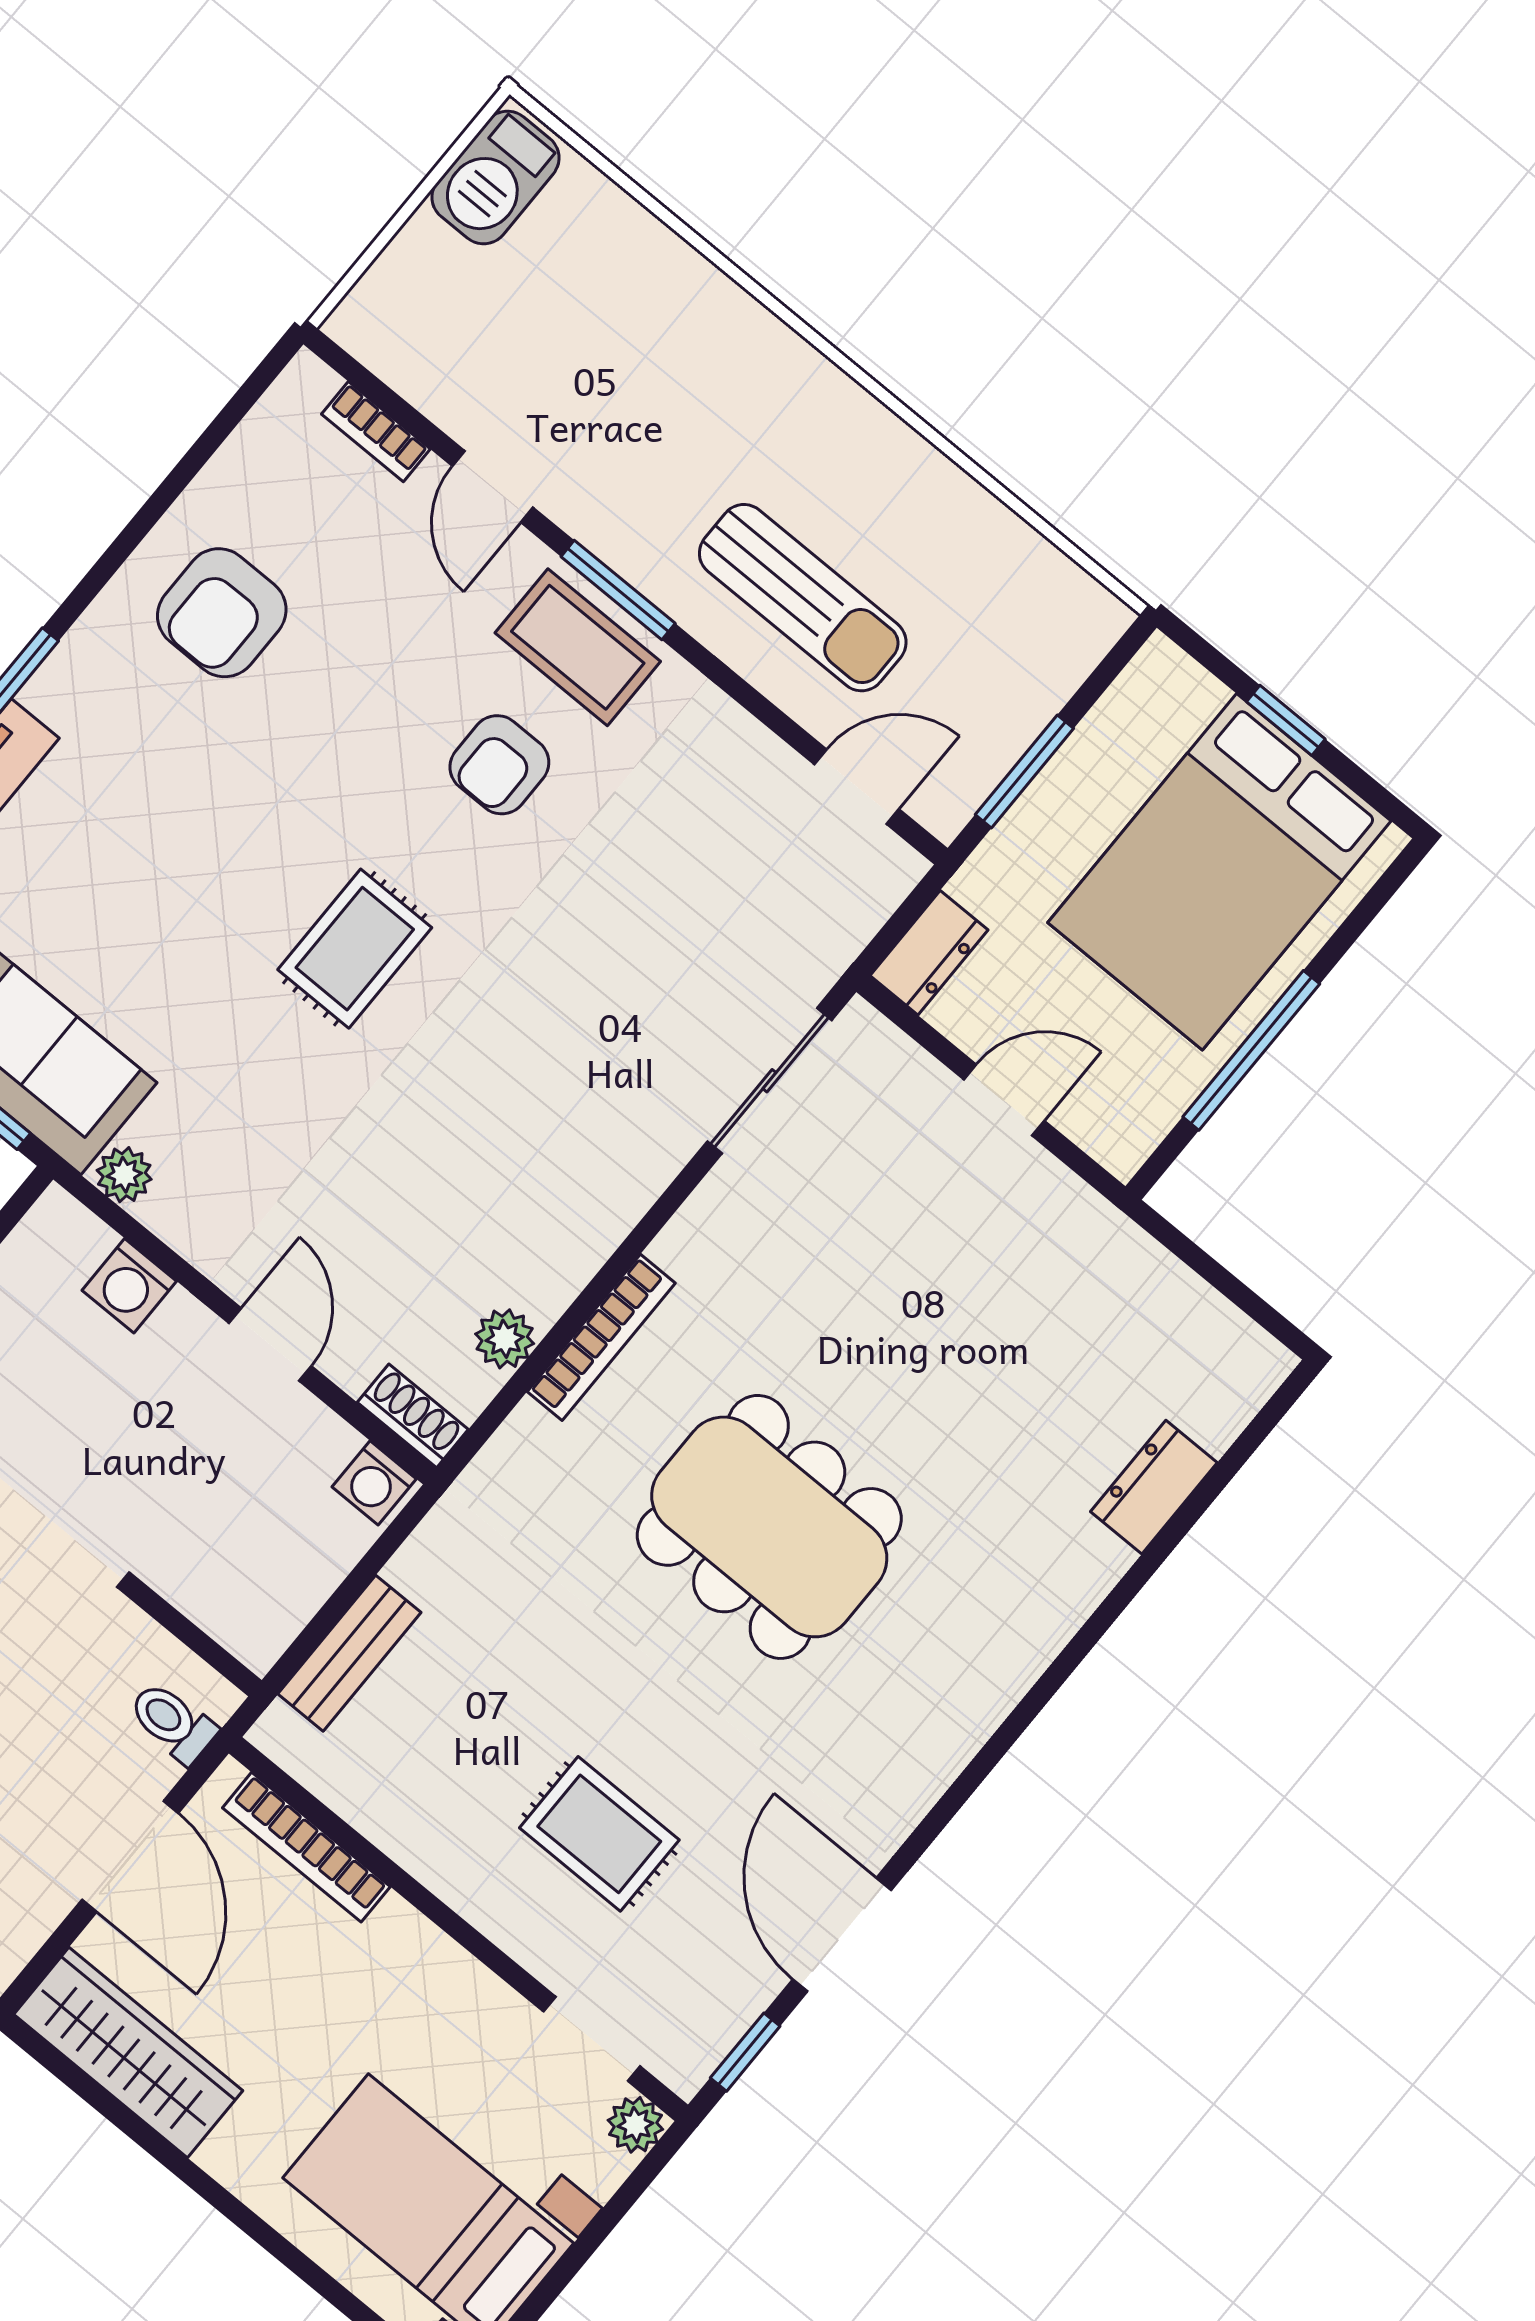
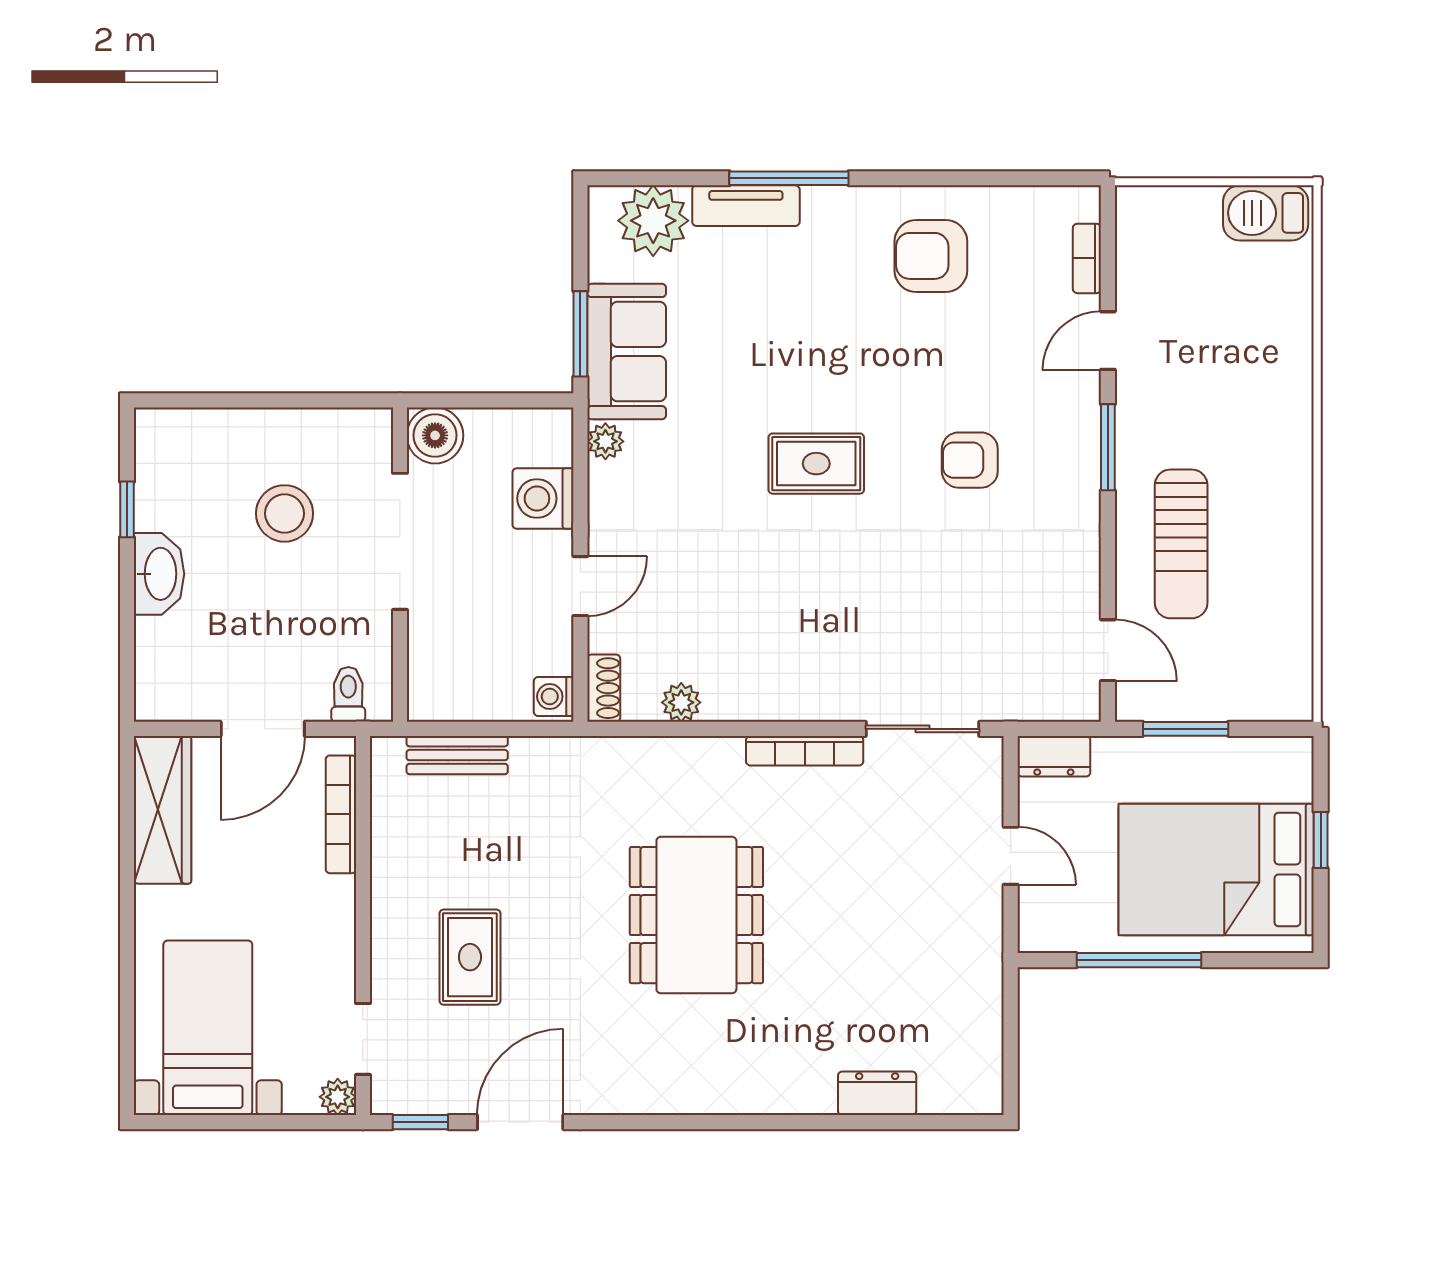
coffee table: (578, 647) -> (1062, 451), removed
washing machine: (129, 1286) -> (543, 499), width x1.38, depth x1.38
bookcase: (601, 1337) -> (805, 751), moved

